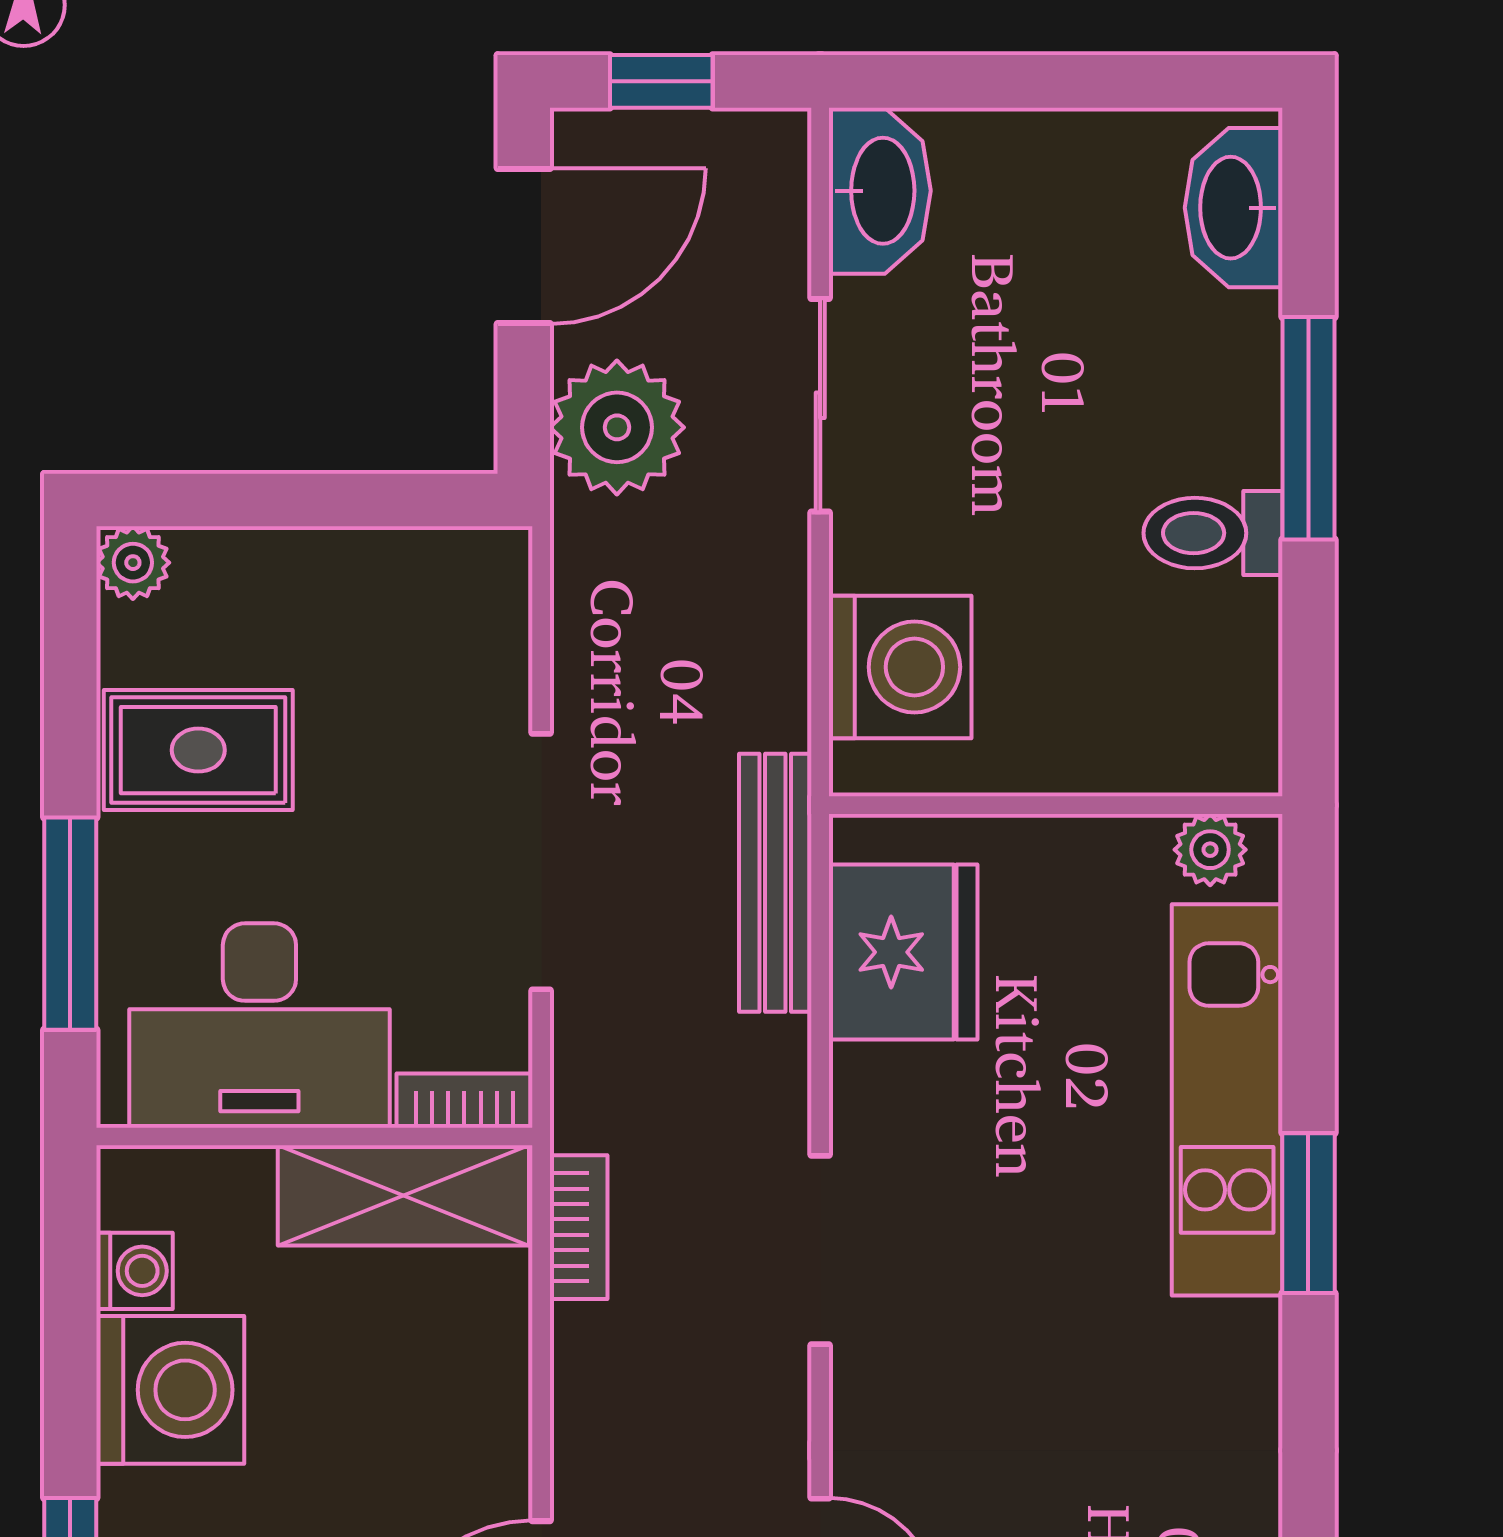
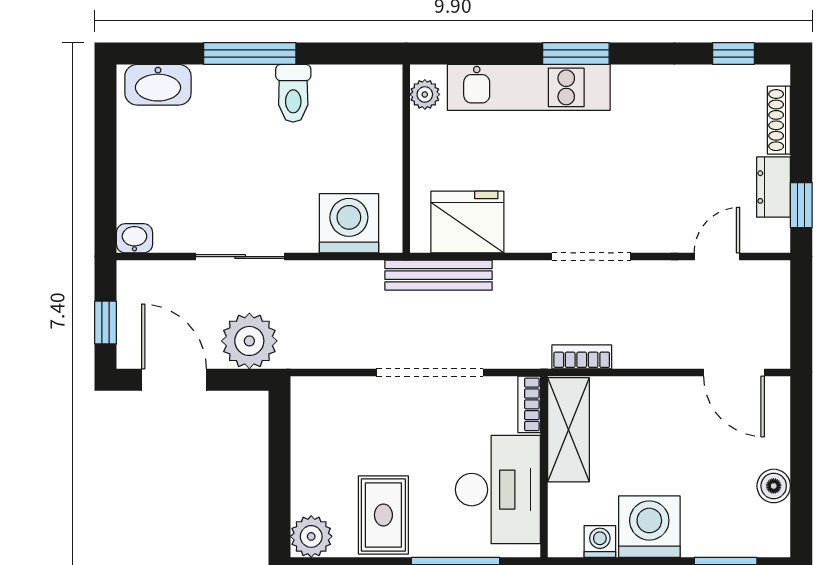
washbasin: (880, 191) -> (134, 238), width x0.52, depth x0.69
plant: (133, 563) -> (311, 536), width x1.38, depth x1.38

